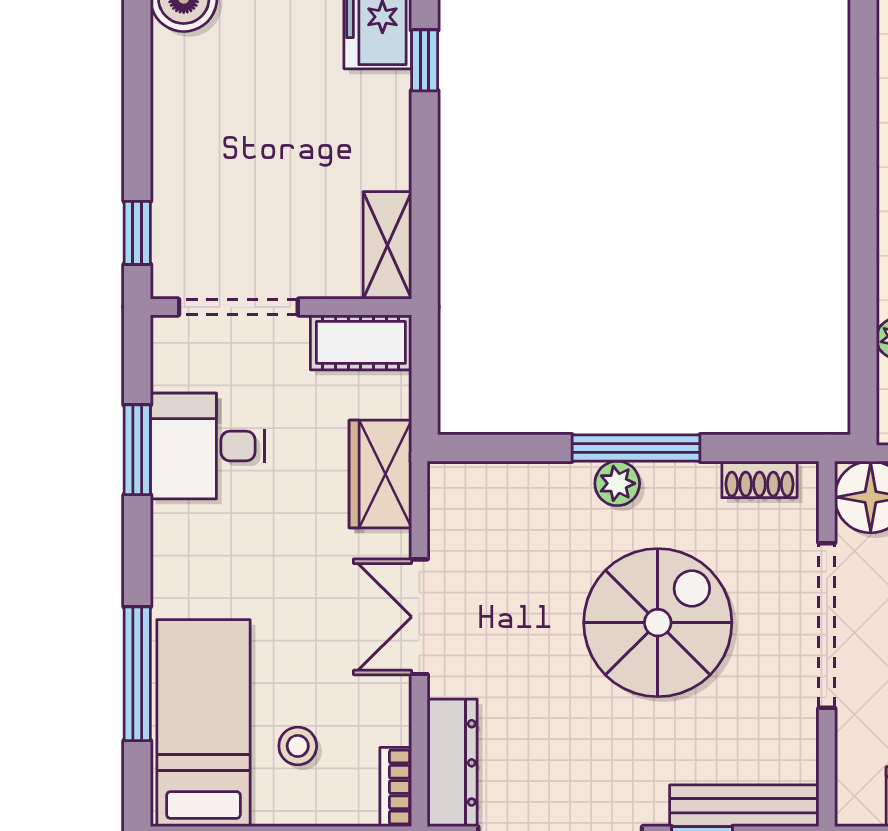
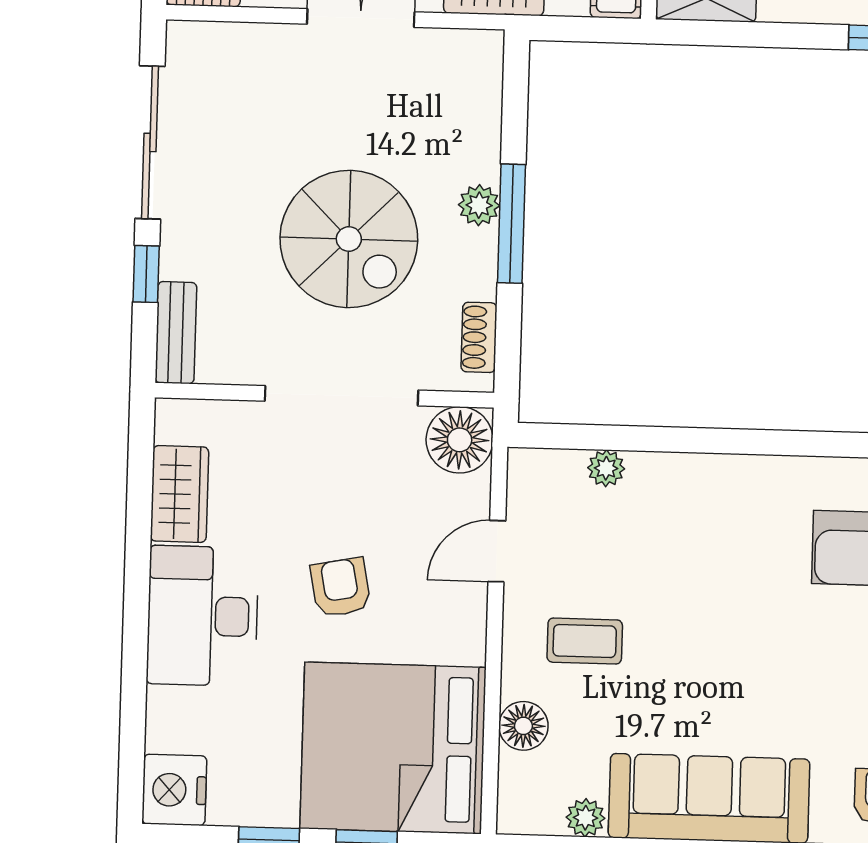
dresser: (452, 763) -> (224, 44), removed
bench: (744, 806) -> (176, 333), width x0.73

